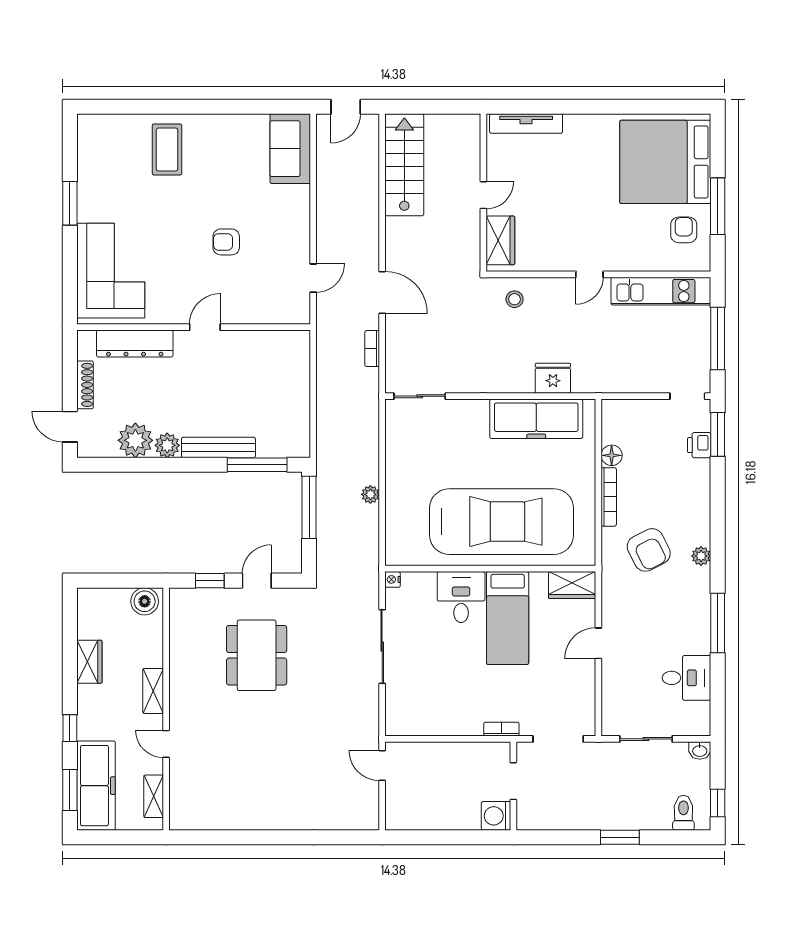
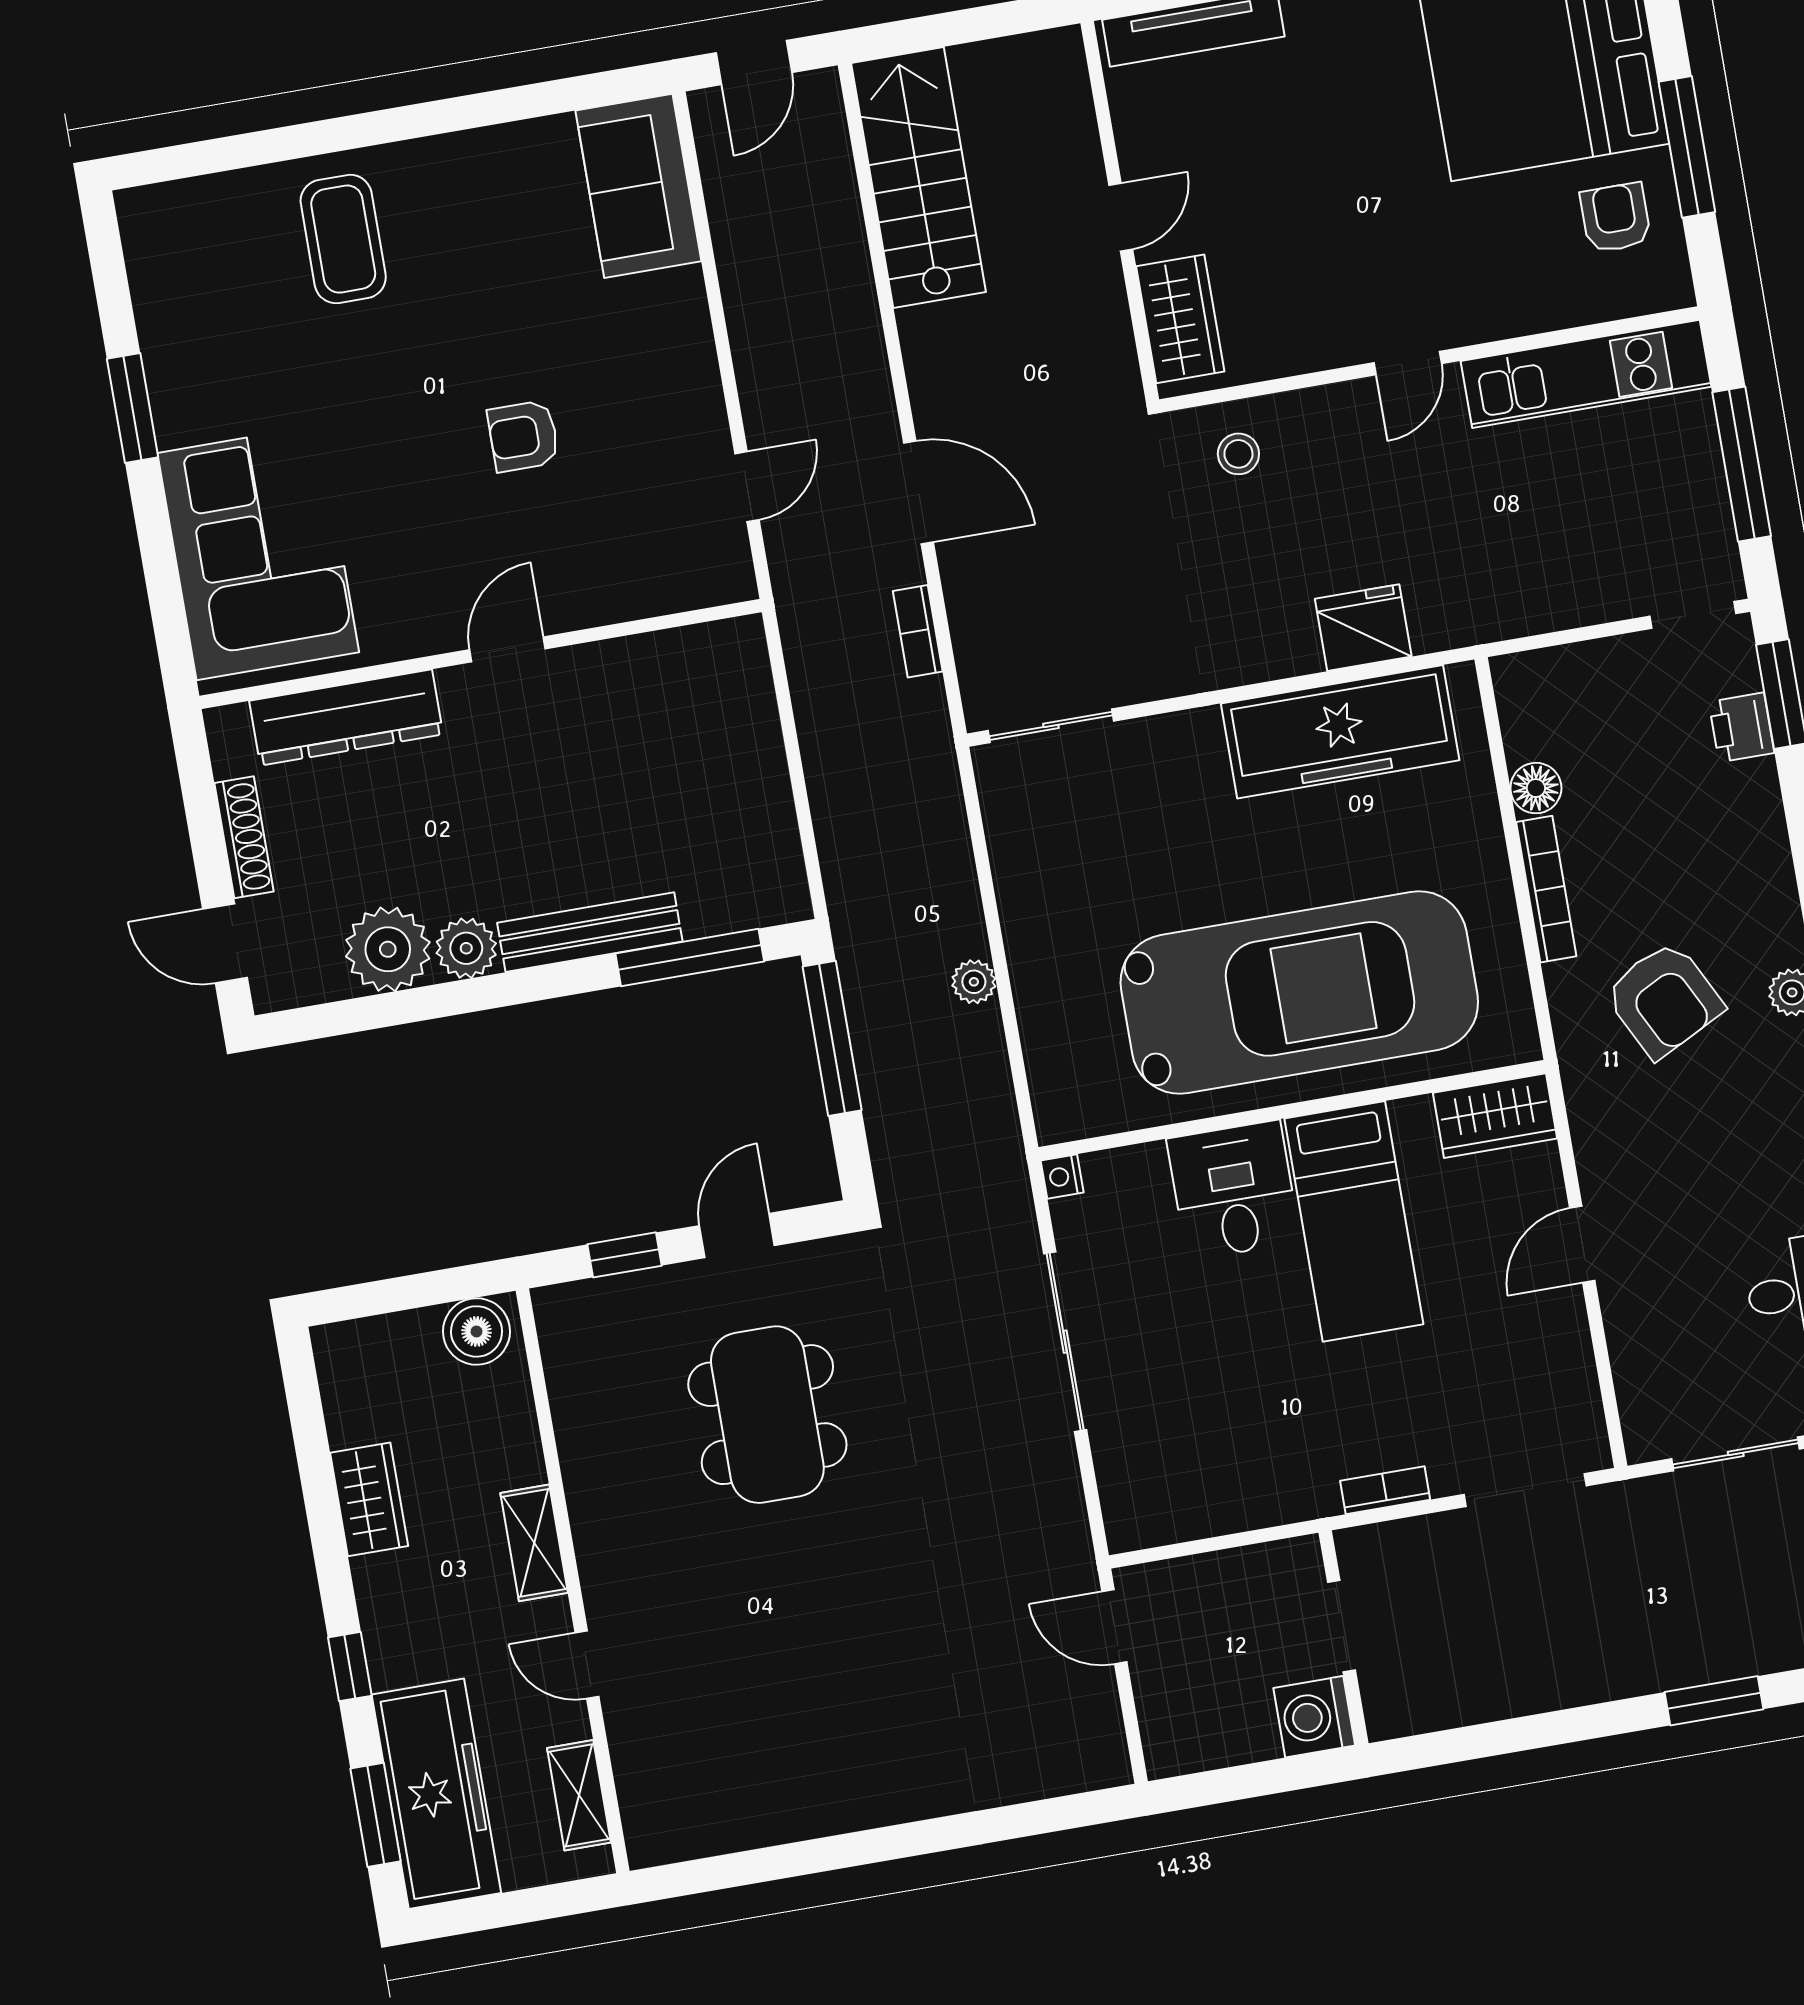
doorway: (513, 781) -> (1341, 1626), moved
wall: (513, 786) -> (1343, 1638), moved
washing machine: (496, 816) -> (1314, 1717), moved

